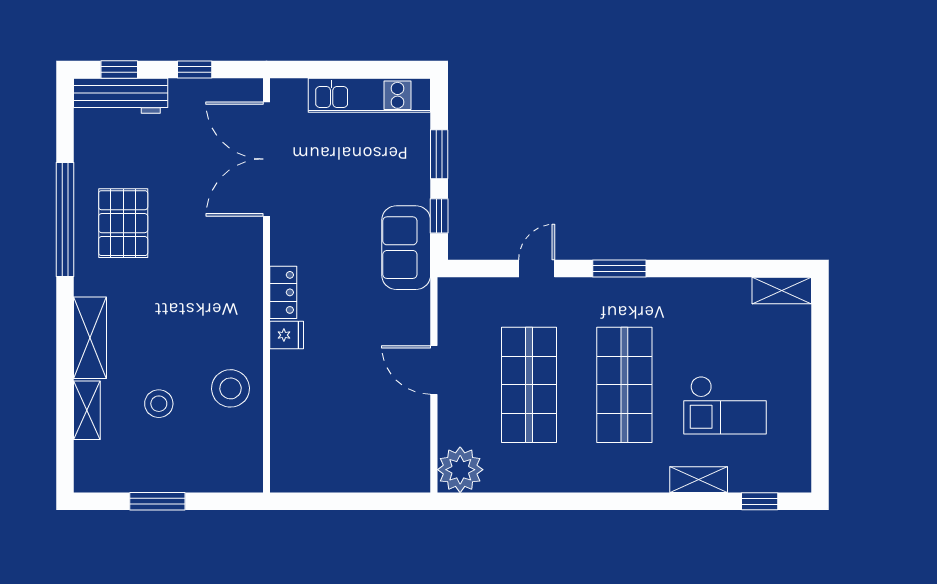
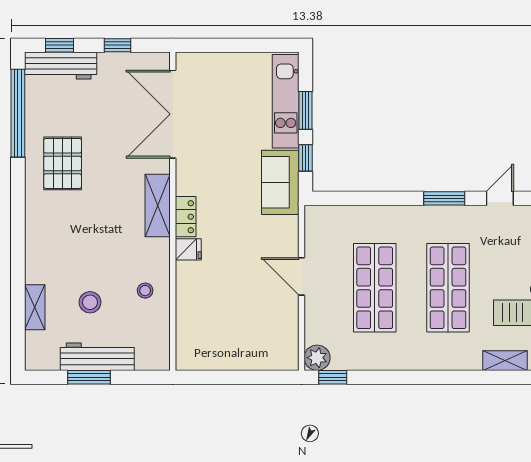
kitchen unit: (369, 95) -> (286, 101), moved, turned 90
window: (65, 220) -> (18, 113), moved
door: (537, 269) -> (500, 198), moved
shelving: (90, 338) -> (158, 205), moved
stool: (230, 388) -> (145, 291), width x0.53, depth x0.53
plant: (460, 470) -> (317, 358), width x0.73, depth x0.73
workbench: (168, 475) -> (97, 357), added
window: (474, 501) -> (333, 377), added

